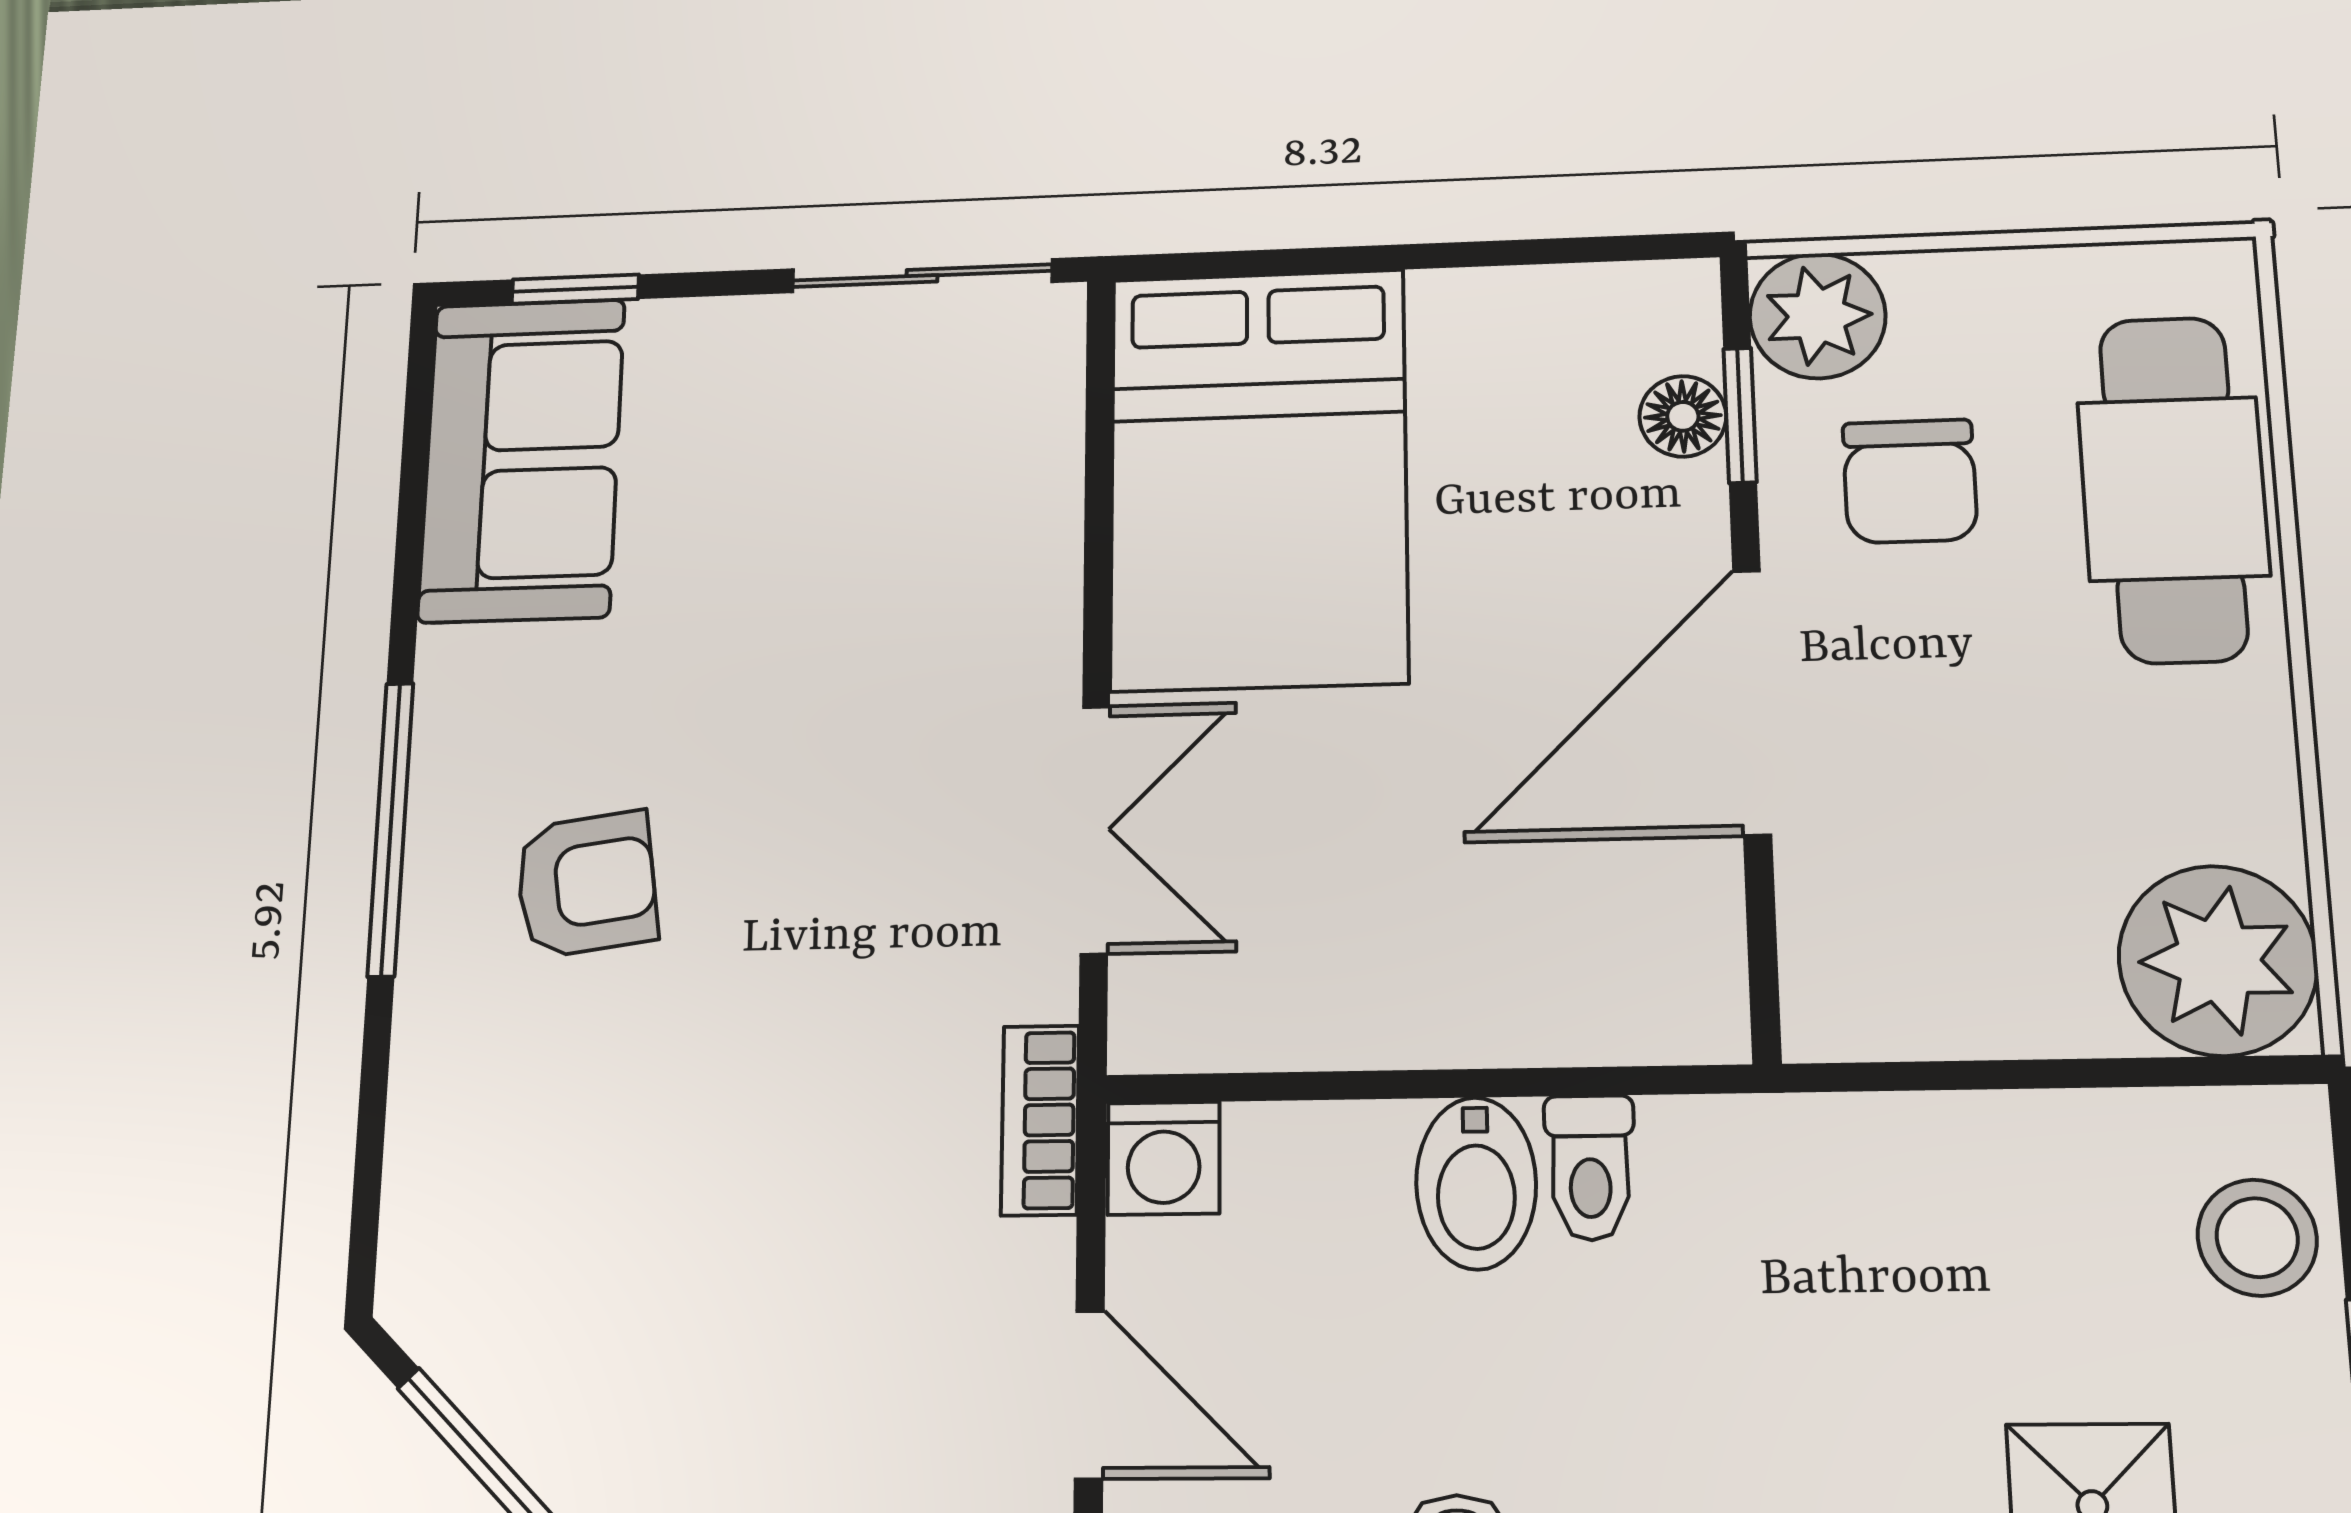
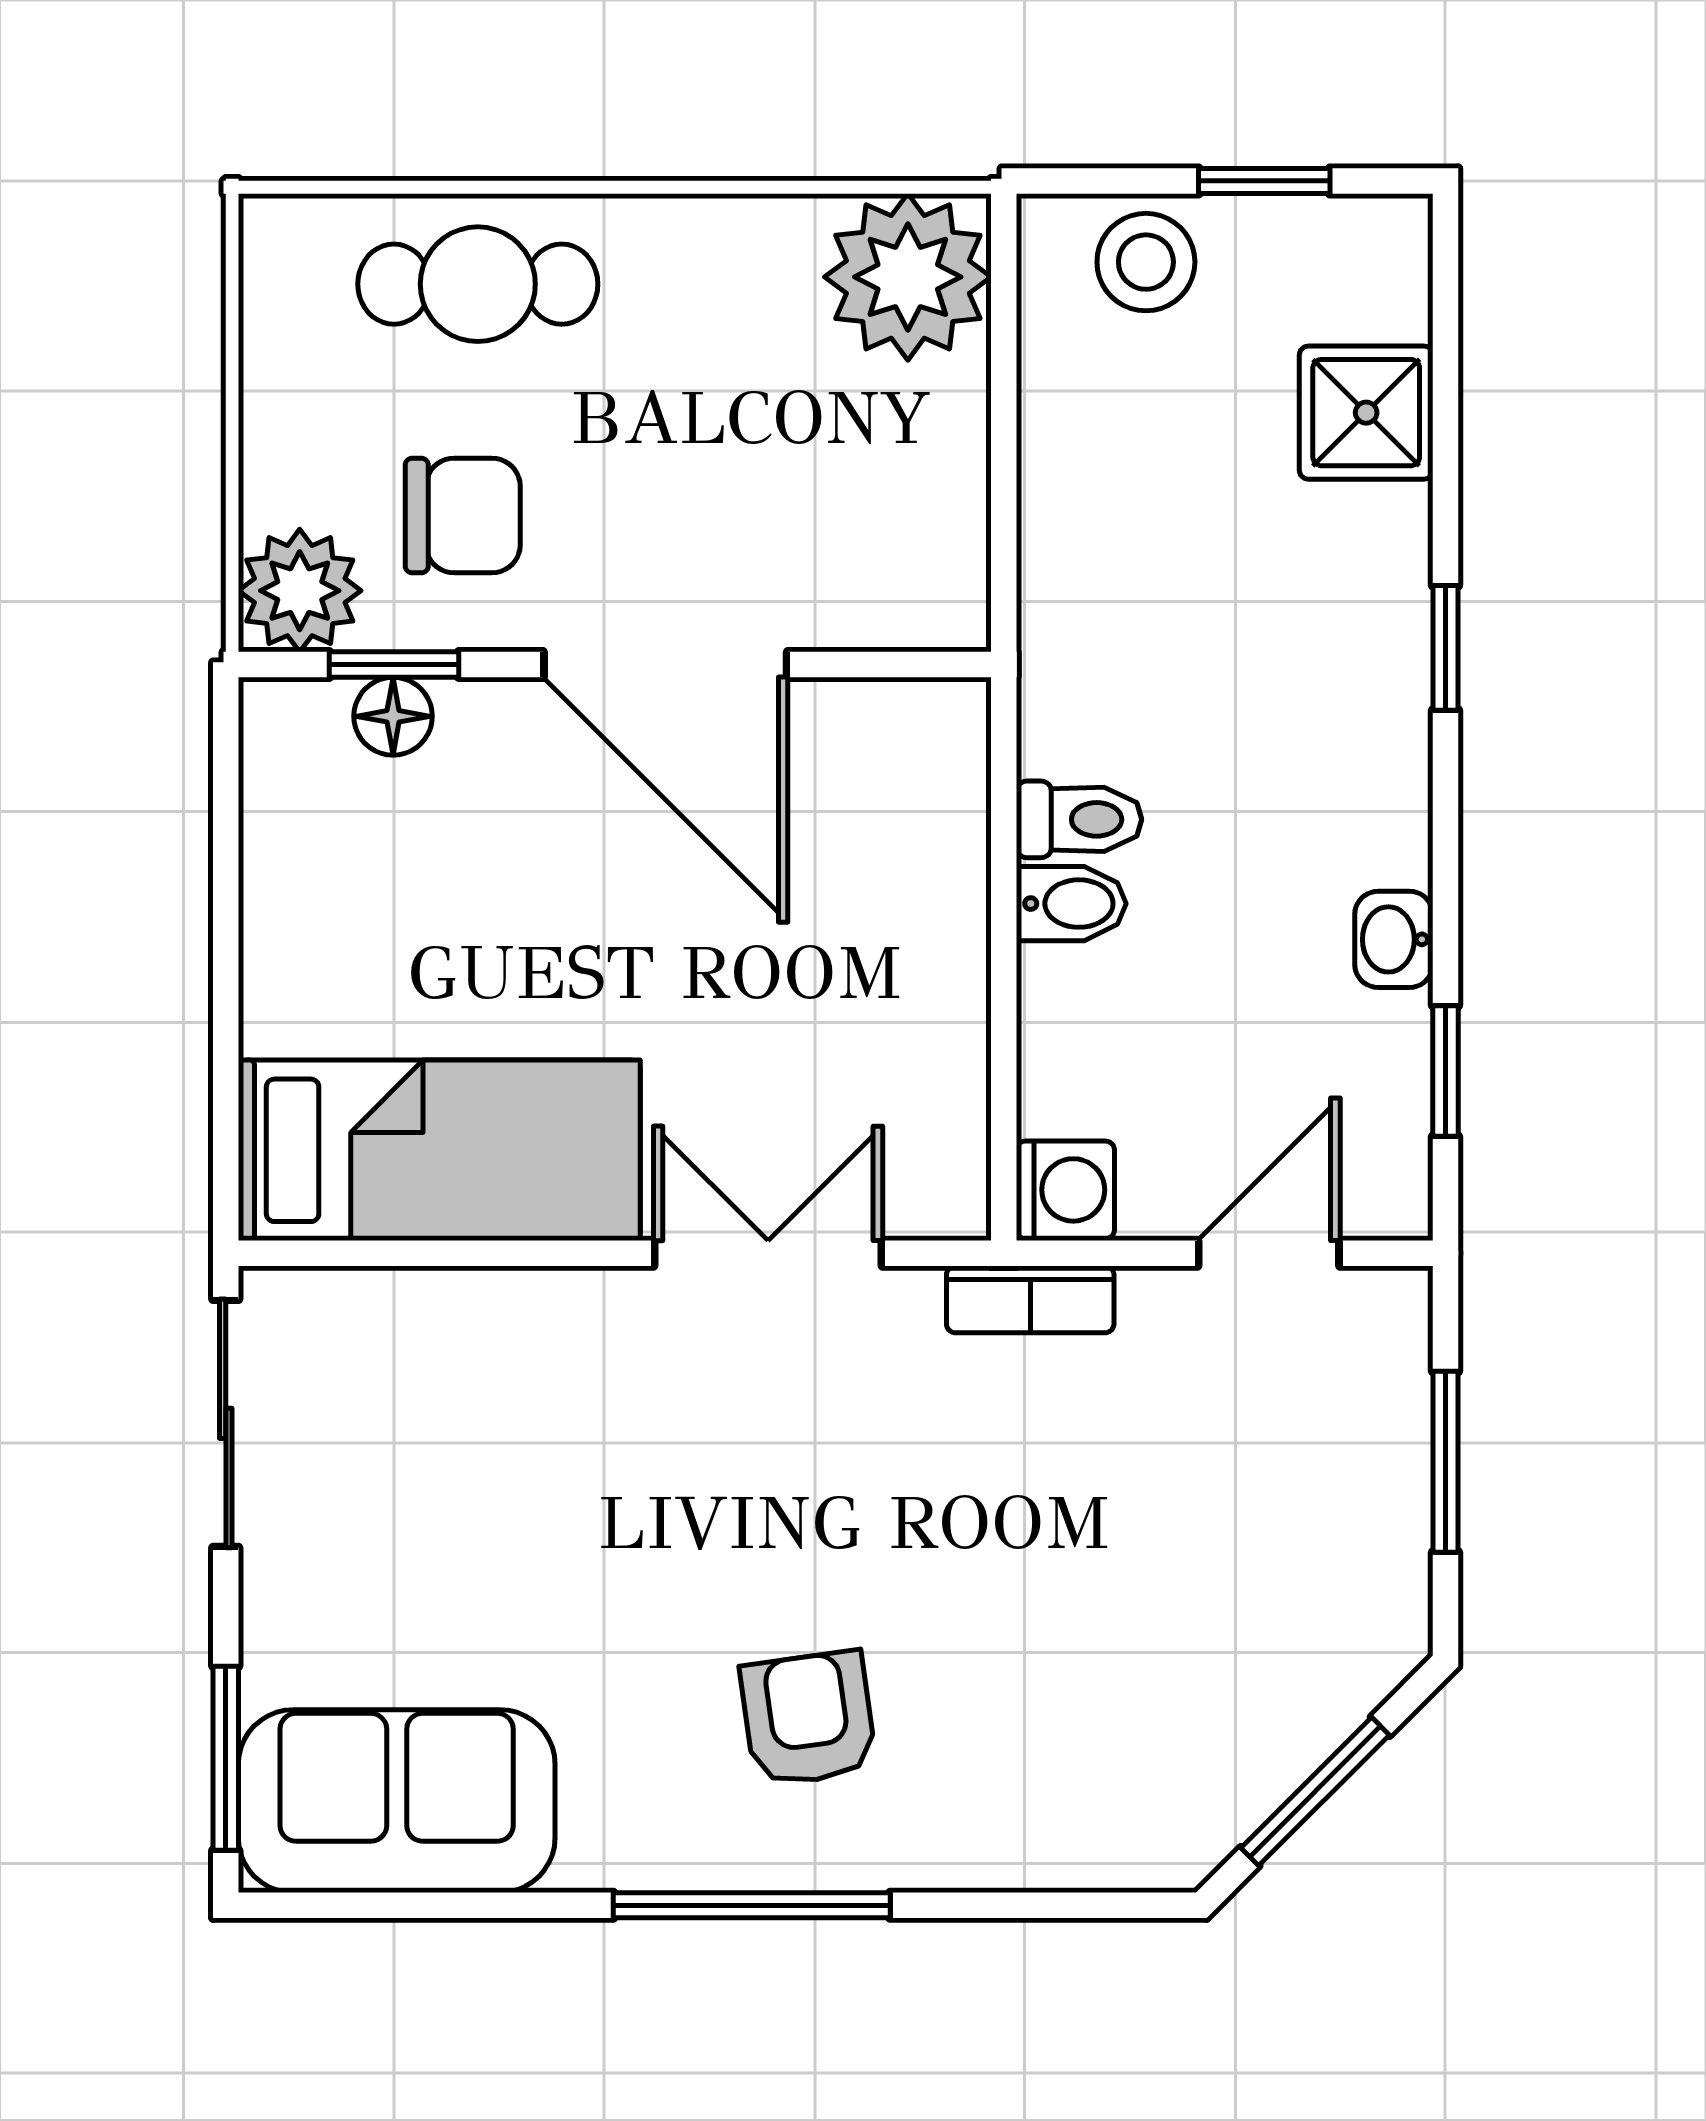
window: (575, 289) -> (226, 1758), width x1.50
bed: (1258, 478) -> (439, 1150), width x0.67
cafe table: (2173, 489) -> (478, 284), width x0.73, depth x0.74
bidet: (1476, 1183) -> (1071, 904), width x0.72, depth x0.74

